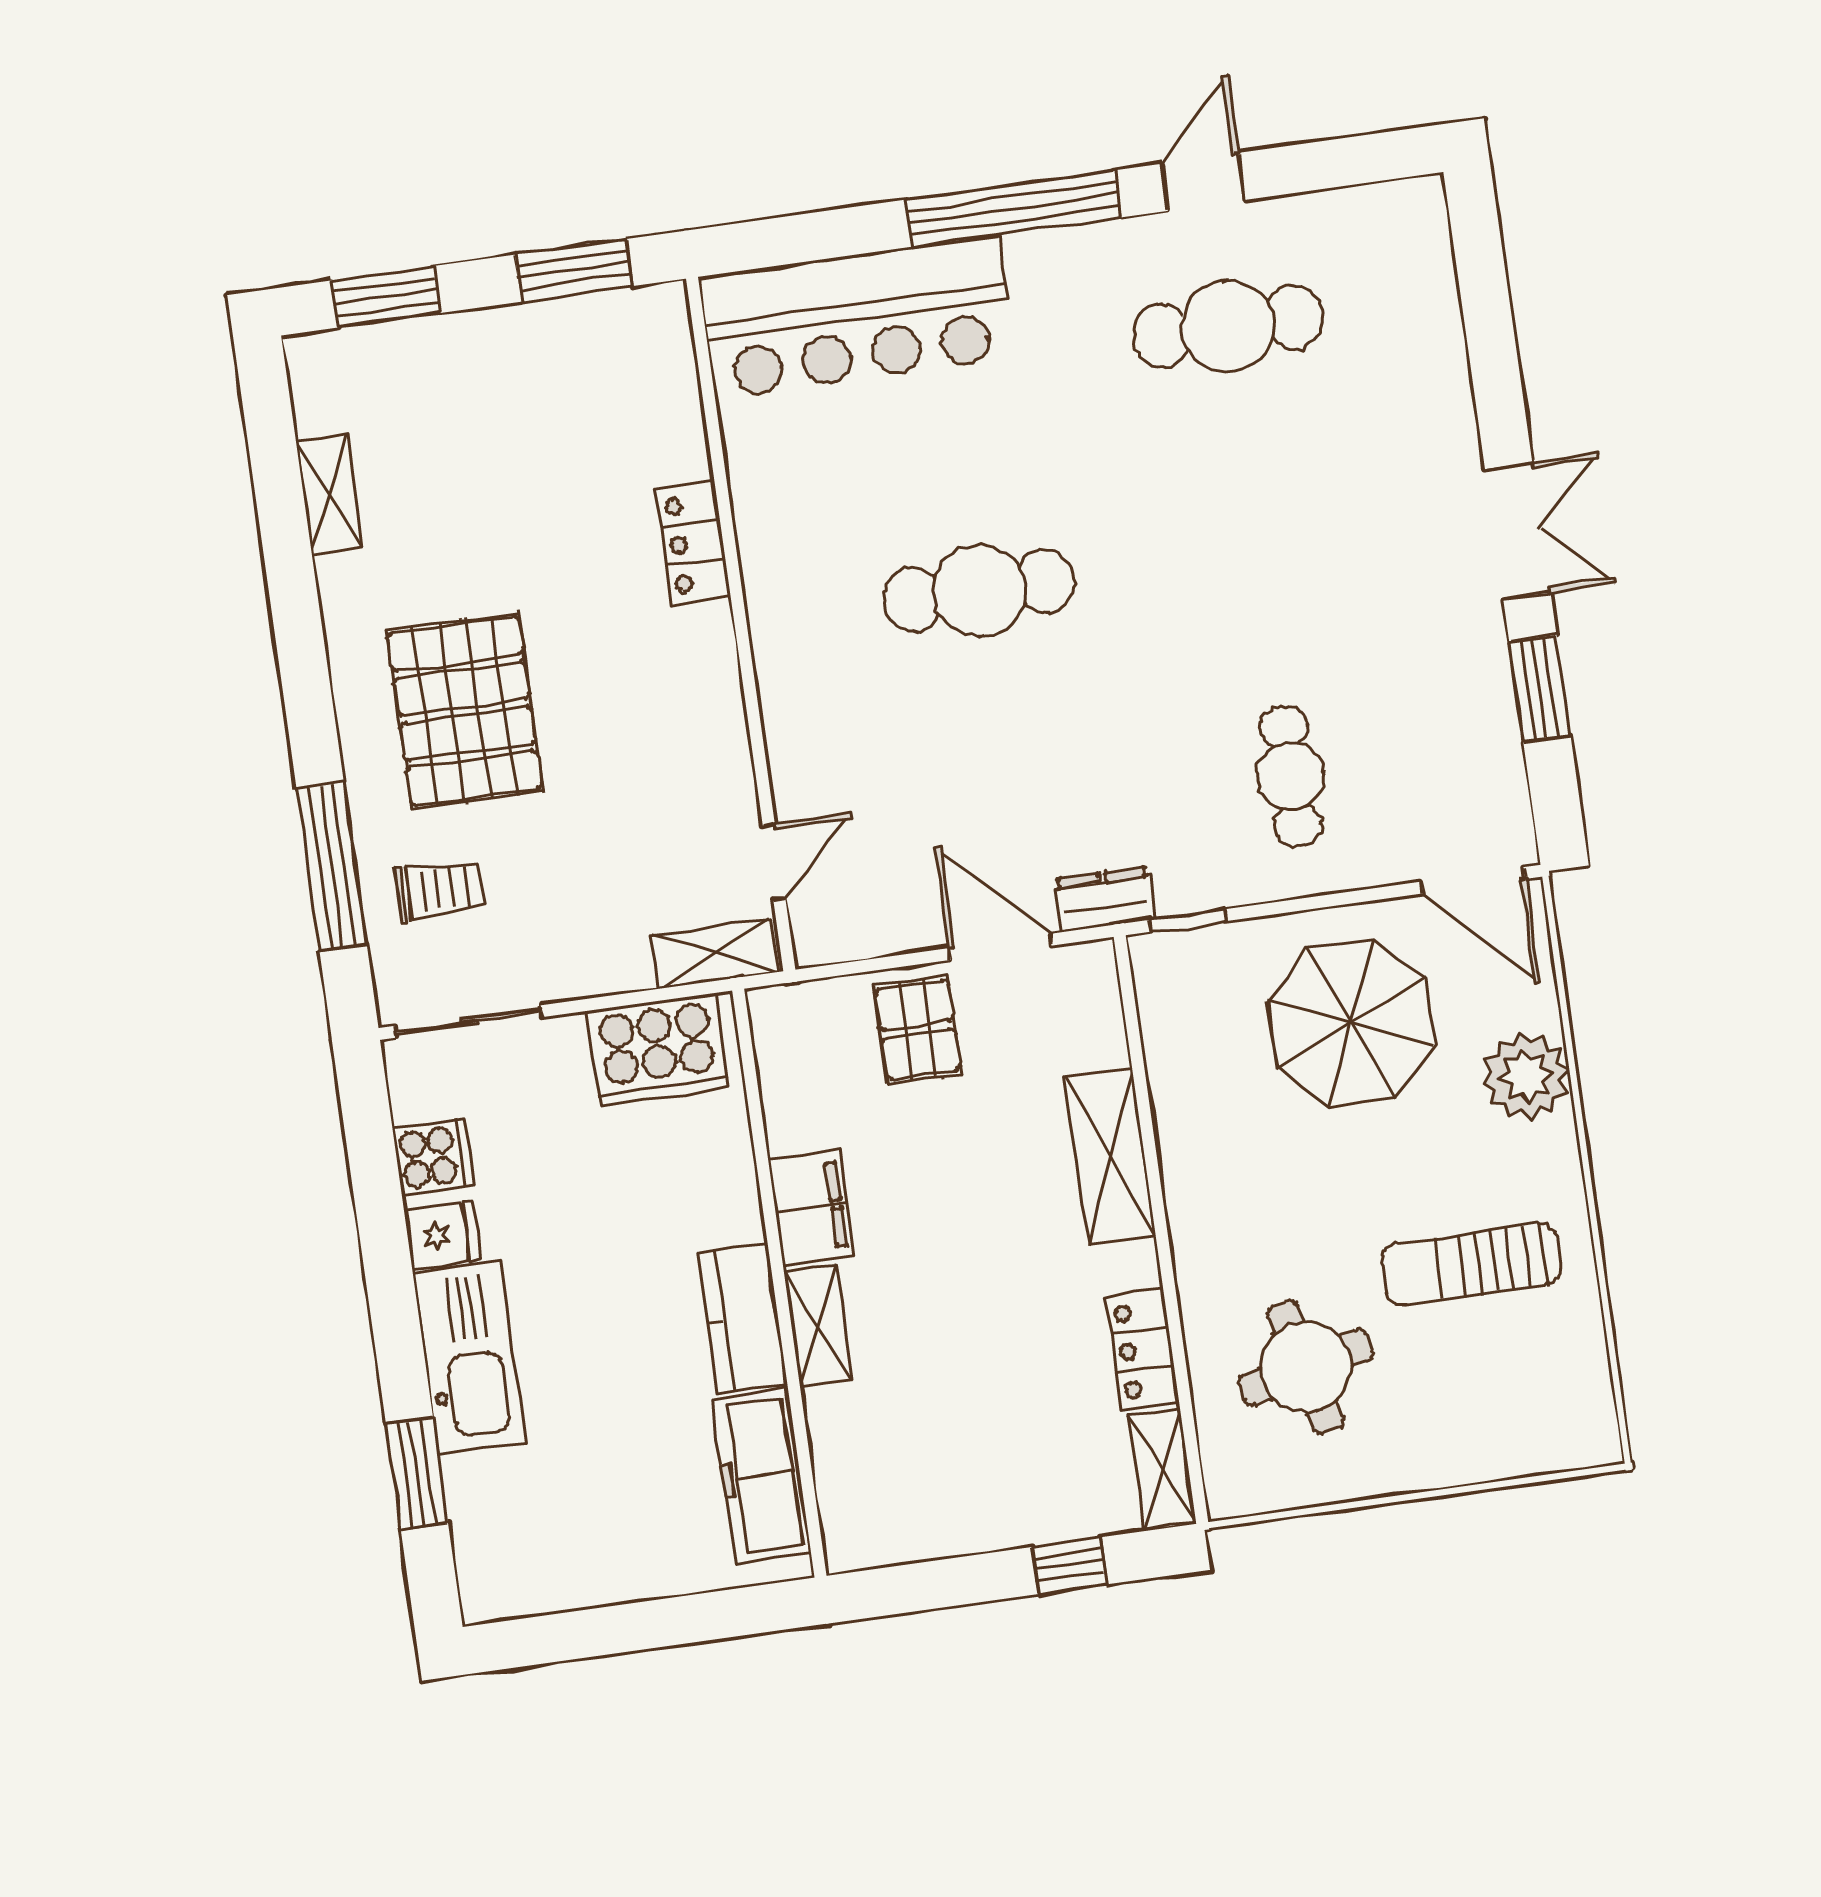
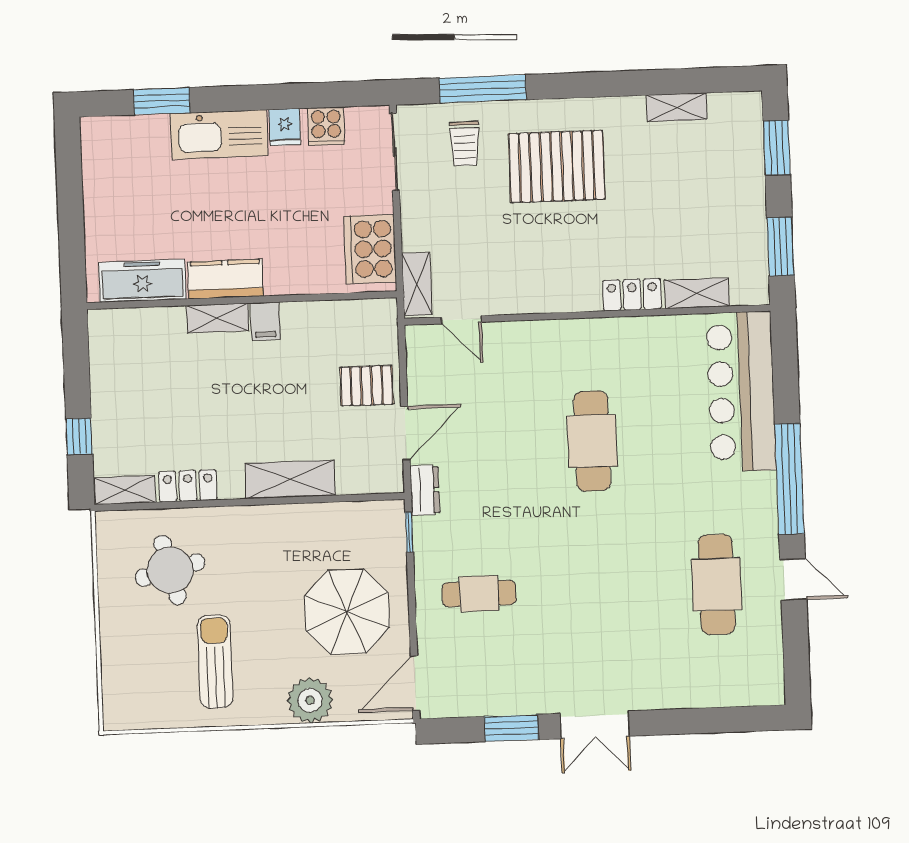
shelving: (678, 420) -> (697, 293), added
filing cabinet: (811, 1208) -> (265, 321), width x0.50

